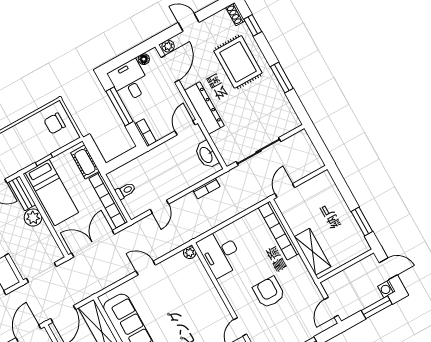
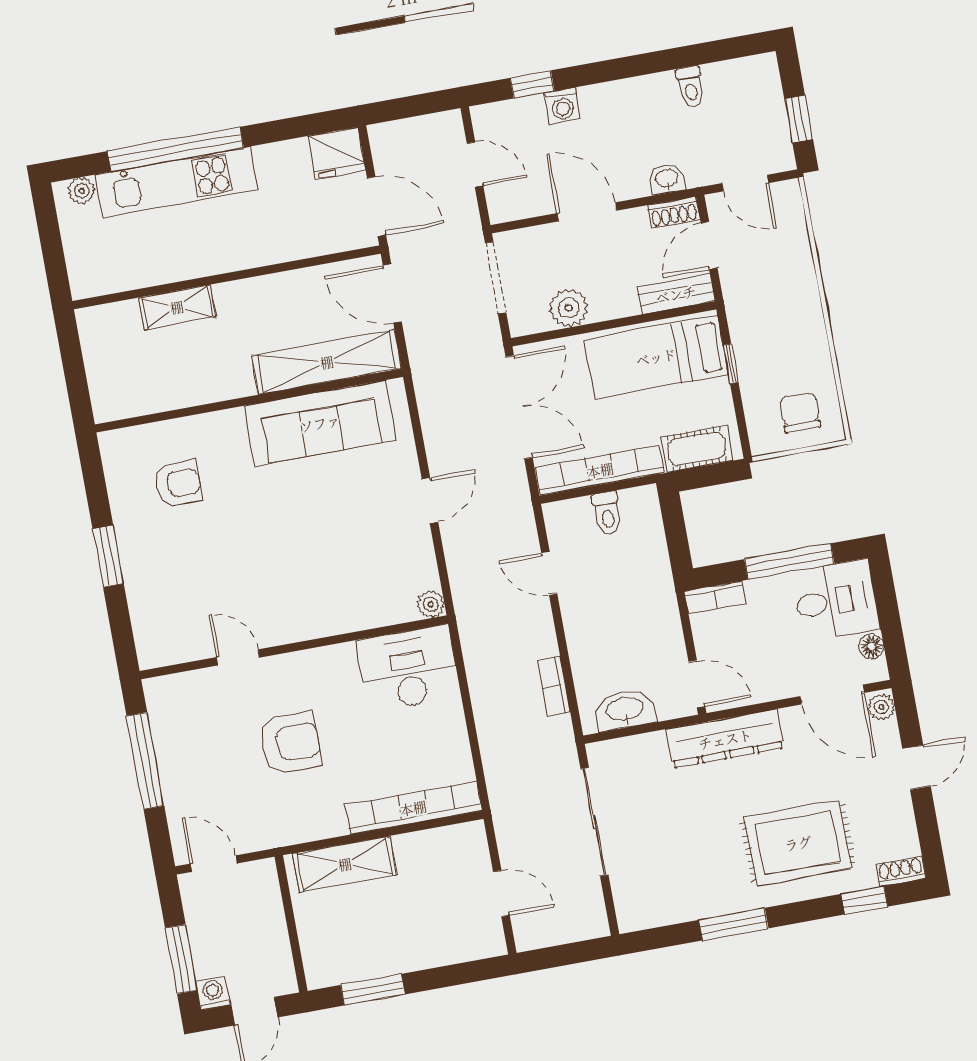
door: (285, 191) -> (501, 893), moved
plant: (33, 218) -> (569, 308), moved

